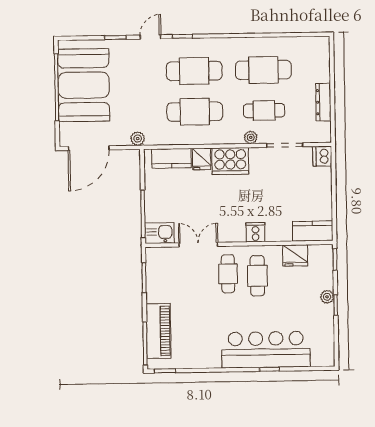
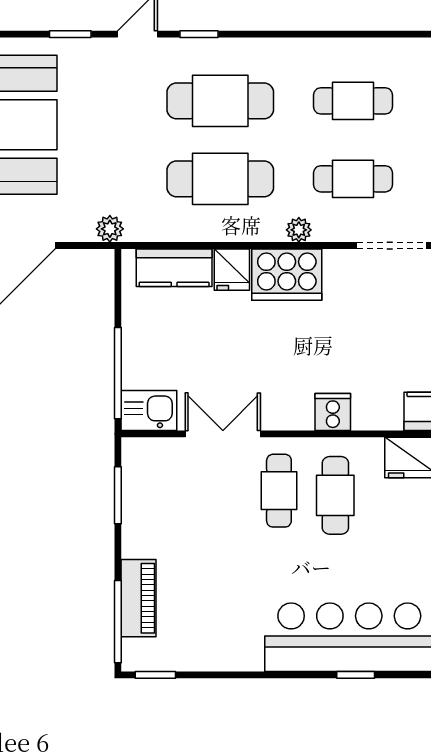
cafe table: (263, 70) -> (353, 101), width x0.73, depth x0.74
plant: (251, 137) -> (299, 230), moved
piano: (159, 331) -> (138, 598), width x0.73, depth x0.75

